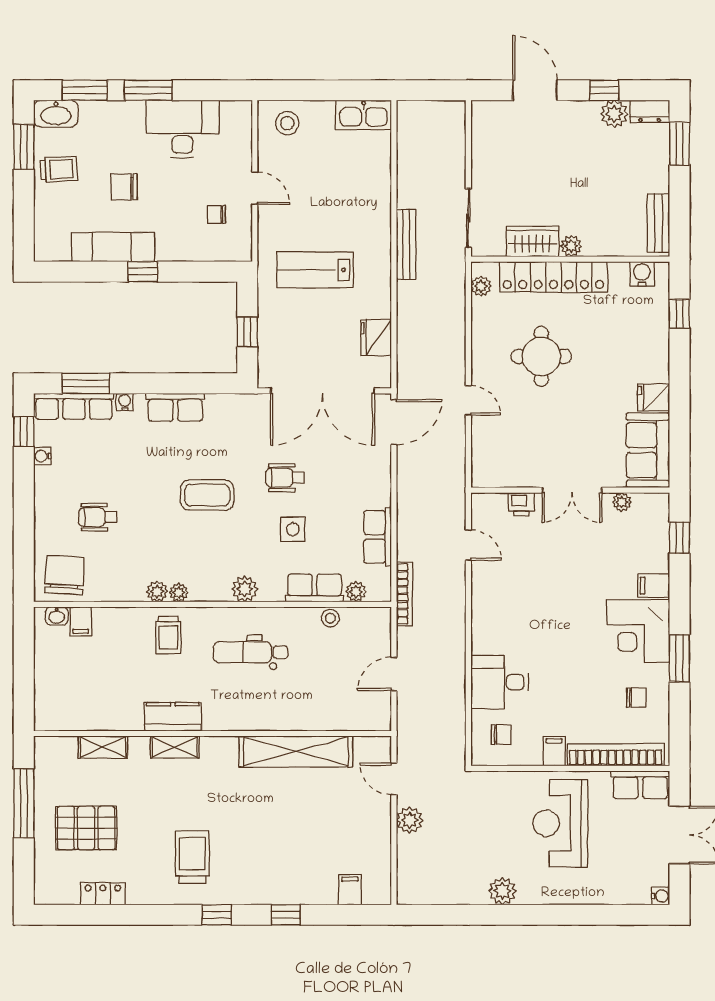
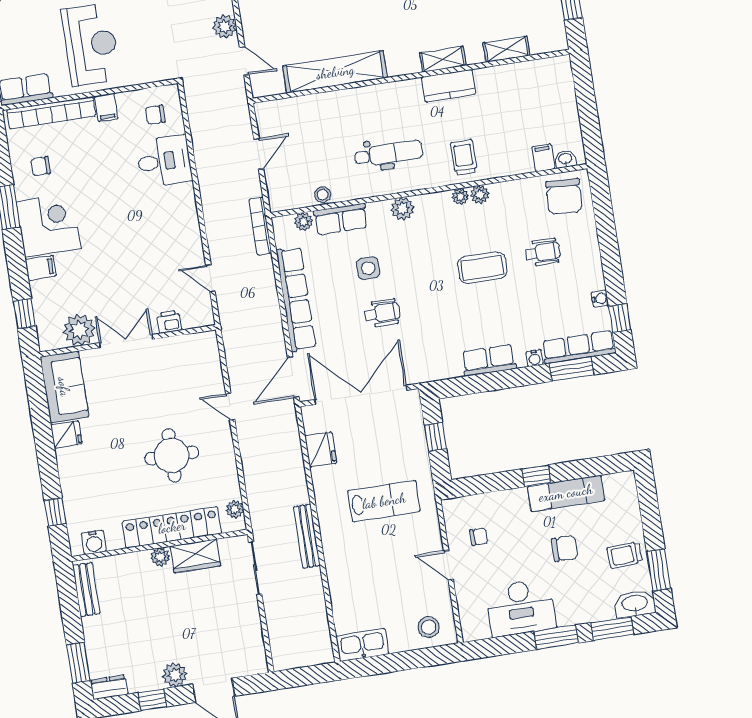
plant: (614, 114) -> (175, 675), moved
coffee table: (207, 495) -> (482, 268), moved
plant: (622, 502) -> (79, 330), width x1.87, depth x1.87
row of seats: (378, 537) -> (296, 299), width x2.02

